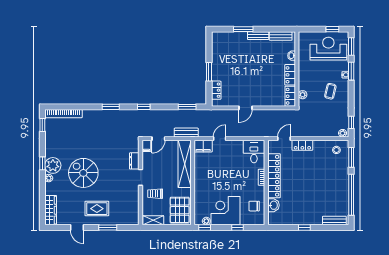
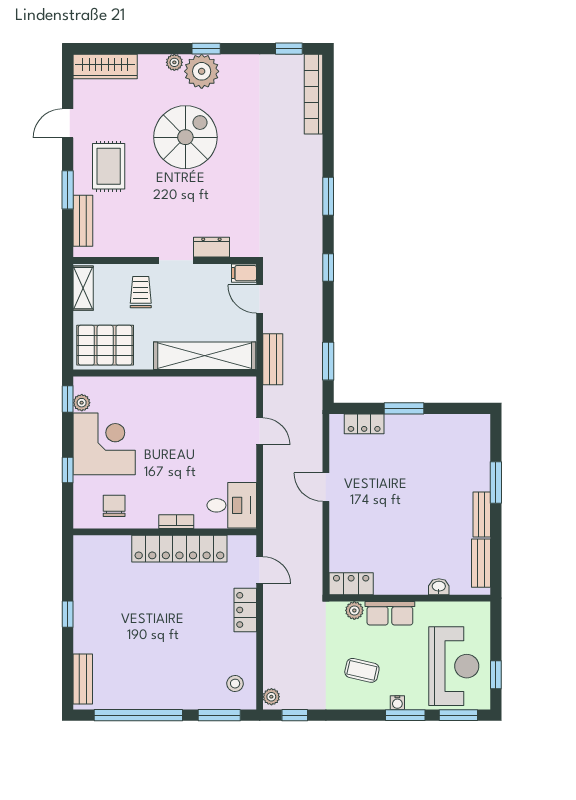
locker: (290, 75) -> (397, 584), removed
row of seats: (304, 78) -> (390, 613), added
filing cabinet: (203, 146) -> (243, 396), removed
washbasin: (273, 205) -> (116, 547), removed
bench: (122, 220) -> (83, 221), added

